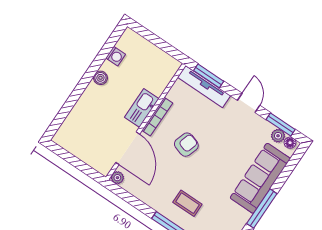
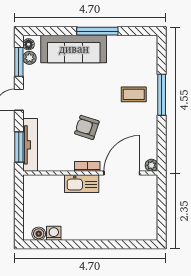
boiler: (100, 78) -> (39, 234), moved
bookcase: (157, 117) -> (87, 166), width x0.64
coffee table: (187, 203) -> (134, 94), turned 90

